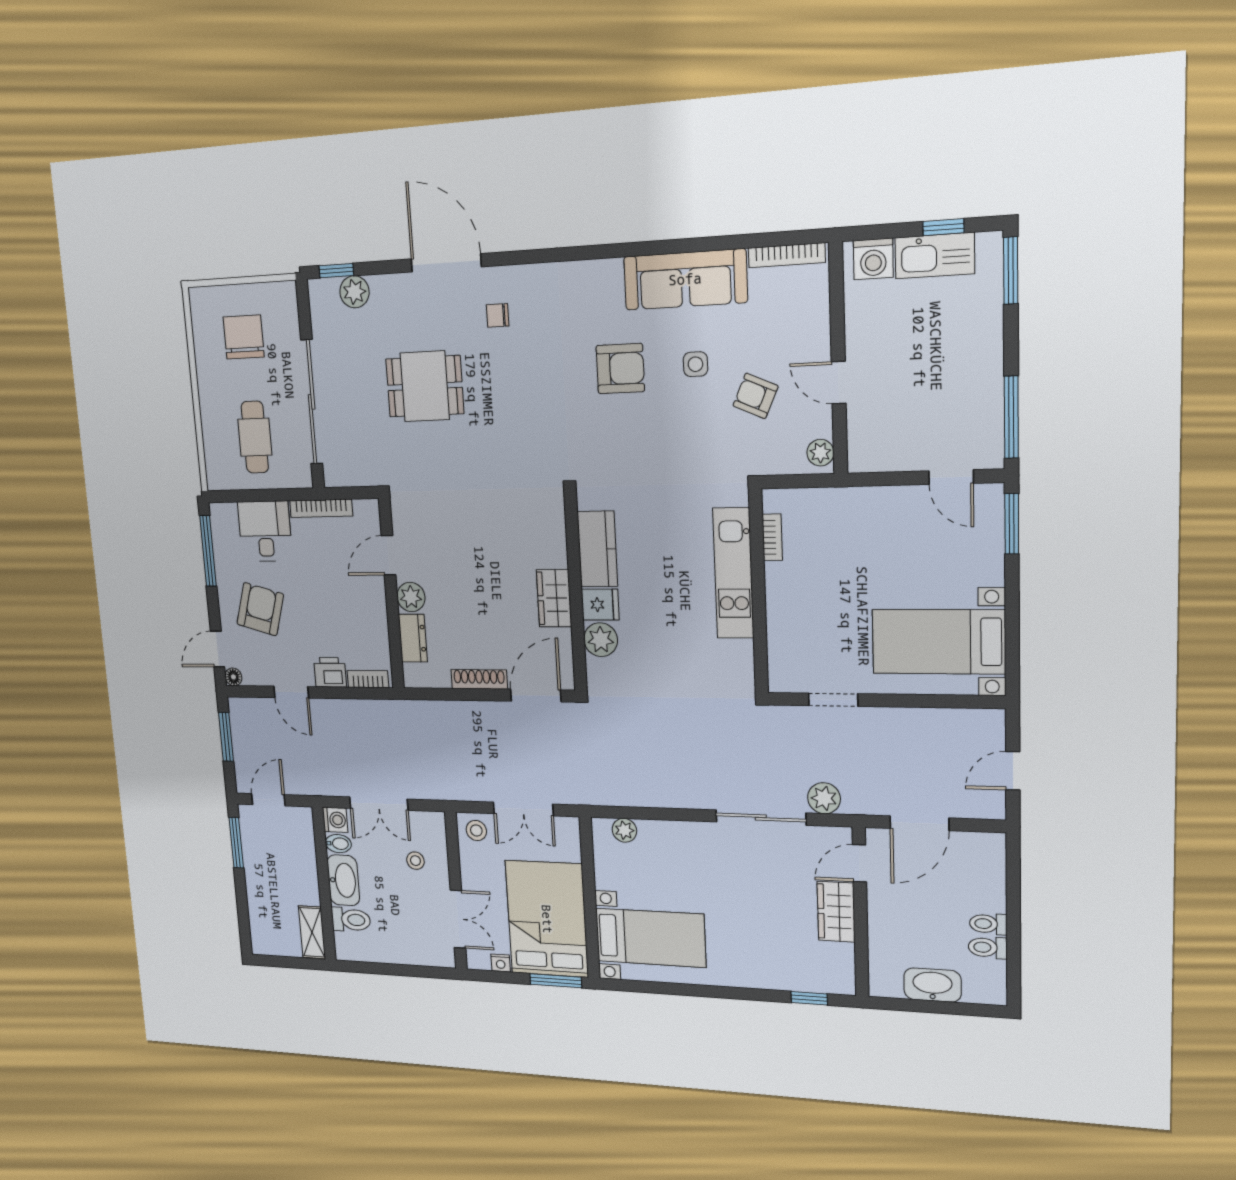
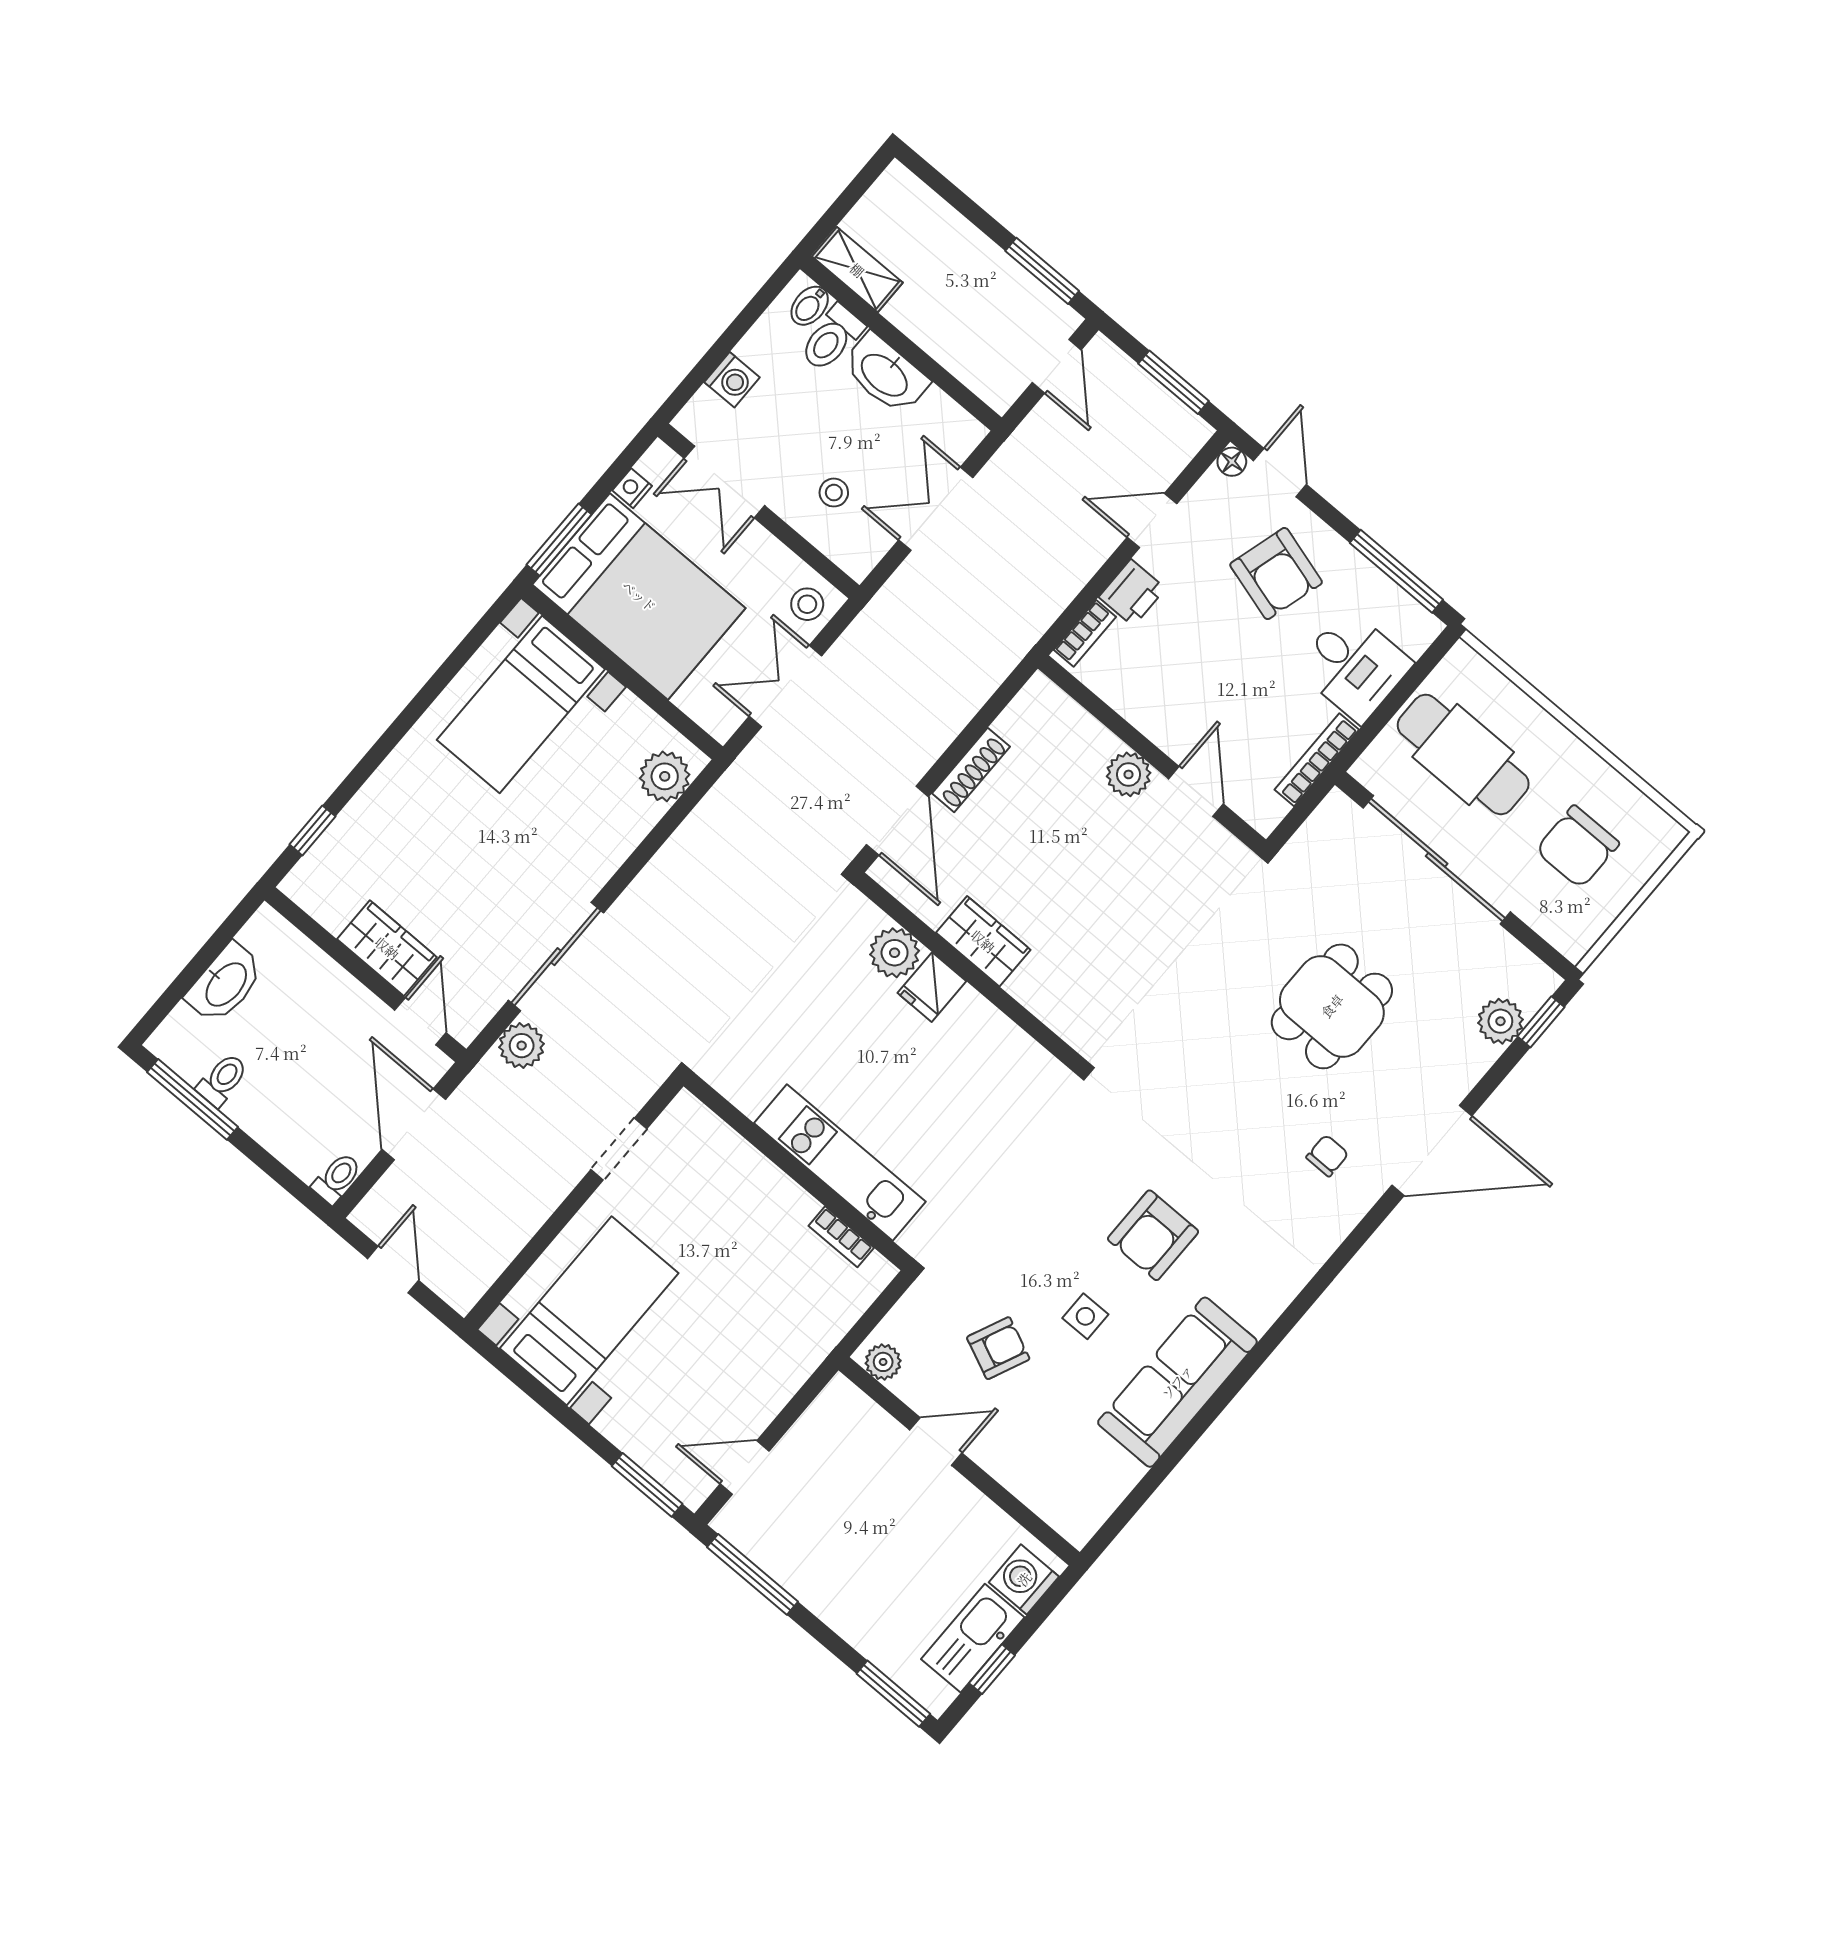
bookcase: (787, 255) -> (1106, 1502), removed
chair: (244, 337) -> (1577, 847), turned 90
cafe table: (255, 437) -> (1463, 754), width x1.37, depth x1.35
kitchen counter: (597, 549) -> (993, 1039), removed
dresser: (413, 638) -> (1083, 733), removed
washing machine: (335, 820) -> (732, 380), moved, turned -90
plant: (624, 830) -> (665, 776), width x1.38, depth x1.38
bidet: (338, 844) -> (810, 306), moved
toilet: (988, 924) -> (337, 1178), moved
window: (1014, 956) -> (192, 1099), added

